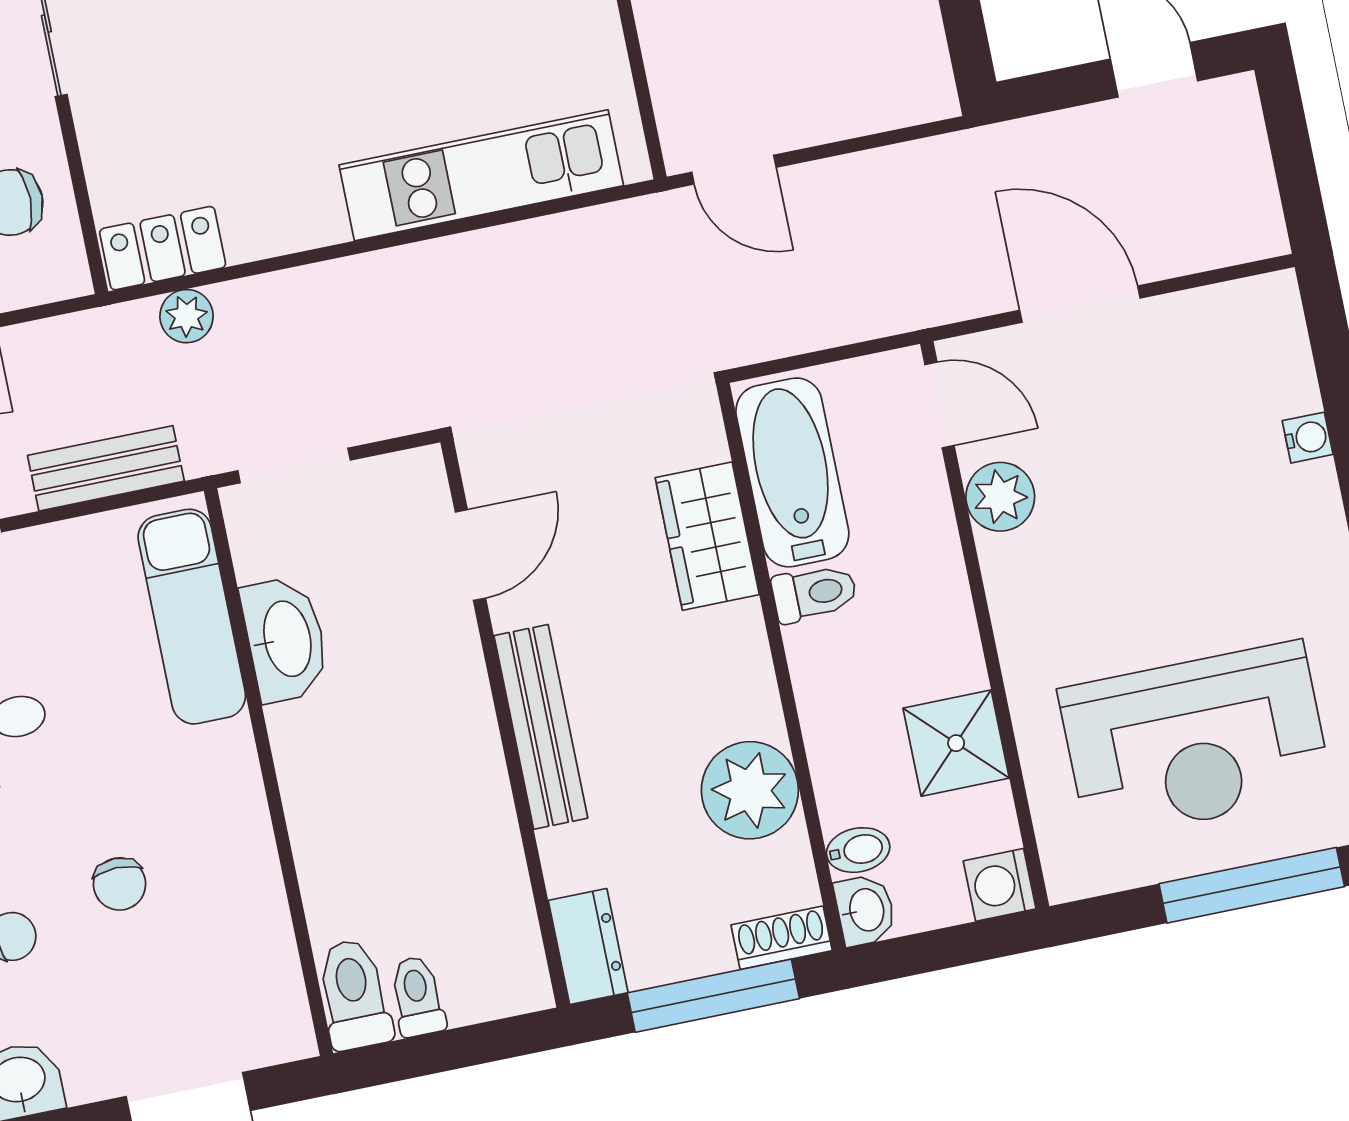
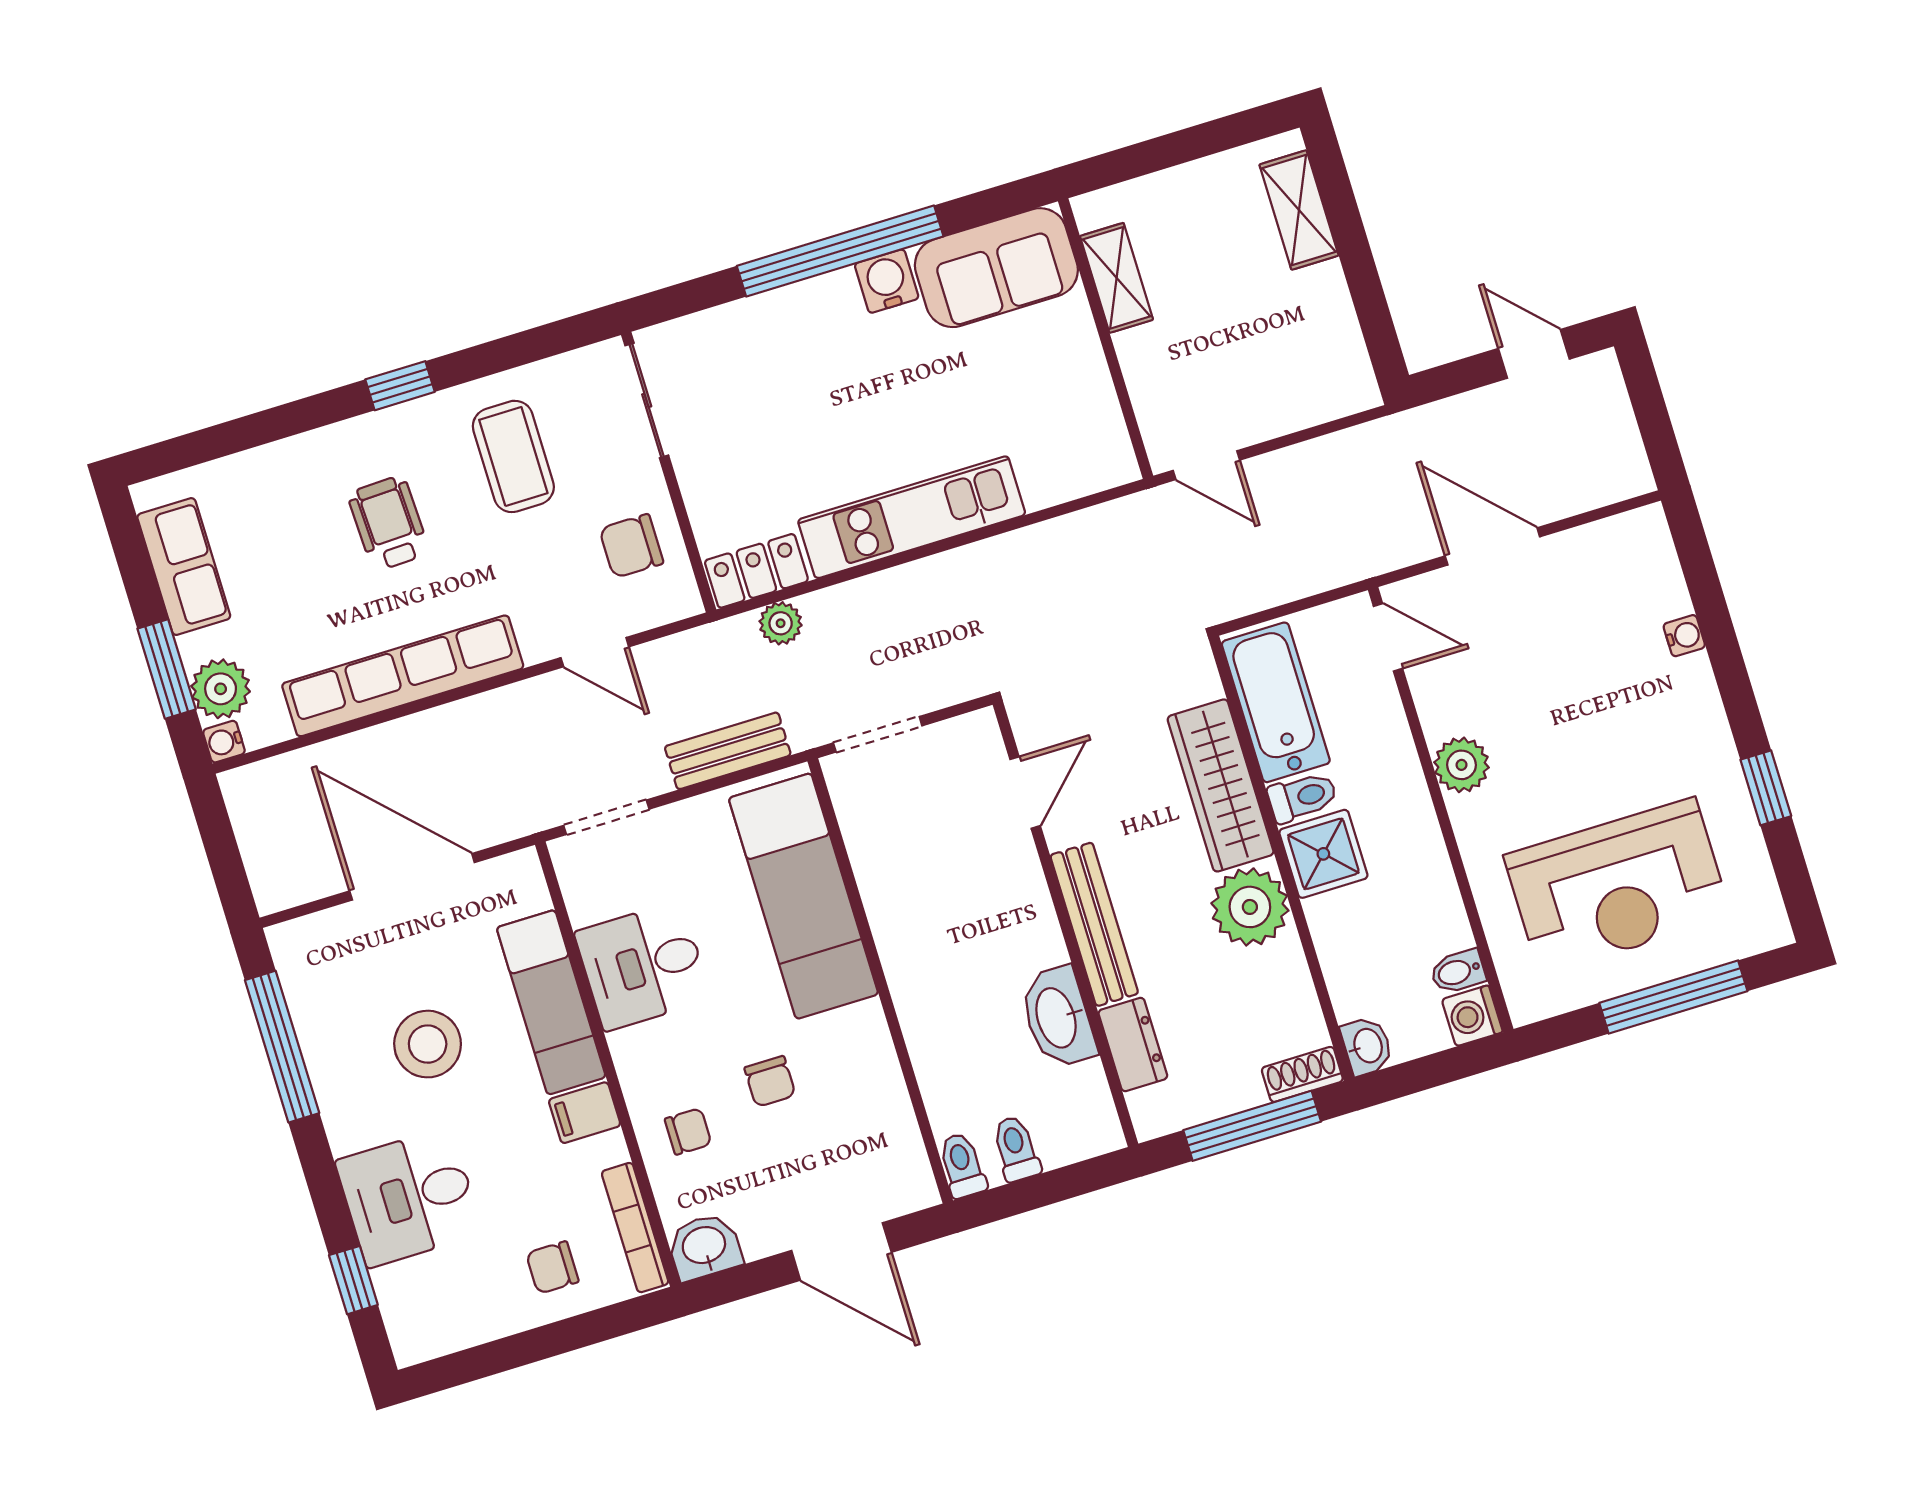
kitchen unit: (481, 175) -> (912, 517), moved
plant: (1000, 497) -> (1462, 765), moved
wardrobe: (707, 536) -> (1221, 785), width x1.50
exam couch: (192, 617) -> (804, 896), width x1.36, depth x1.45
washbasin: (285, 639) -> (1058, 1017), moved, turned 180
shower: (956, 743) -> (1323, 854), moved
plant: (750, 790) -> (1250, 907), moved
bidet: (858, 850) -> (1458, 972), moved, turned 180
dresser: (588, 947) -> (1133, 1044), moved
toilet: (354, 994) -> (962, 1165), width x0.73, depth x0.72

